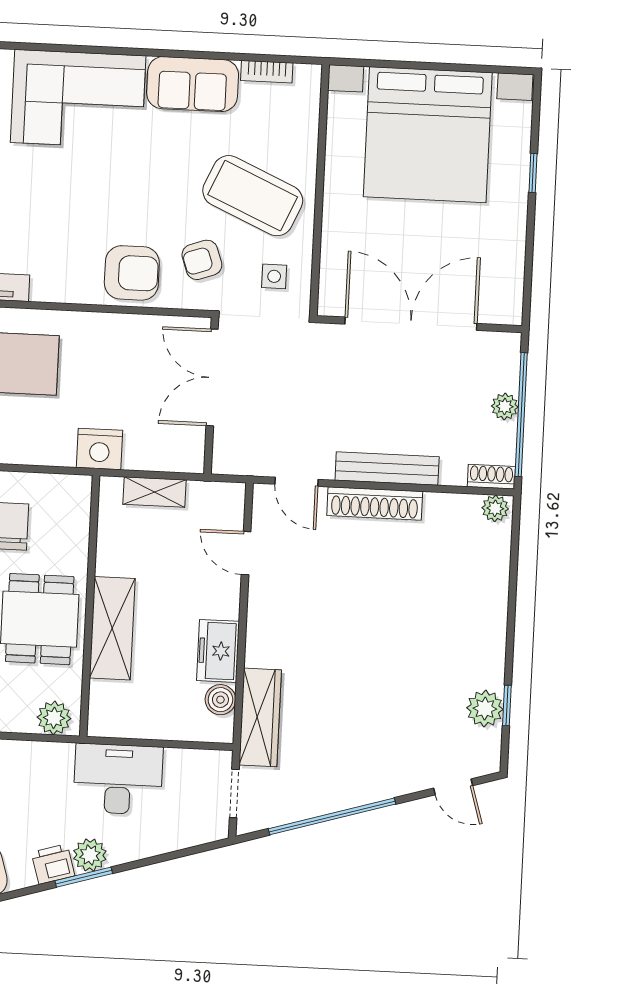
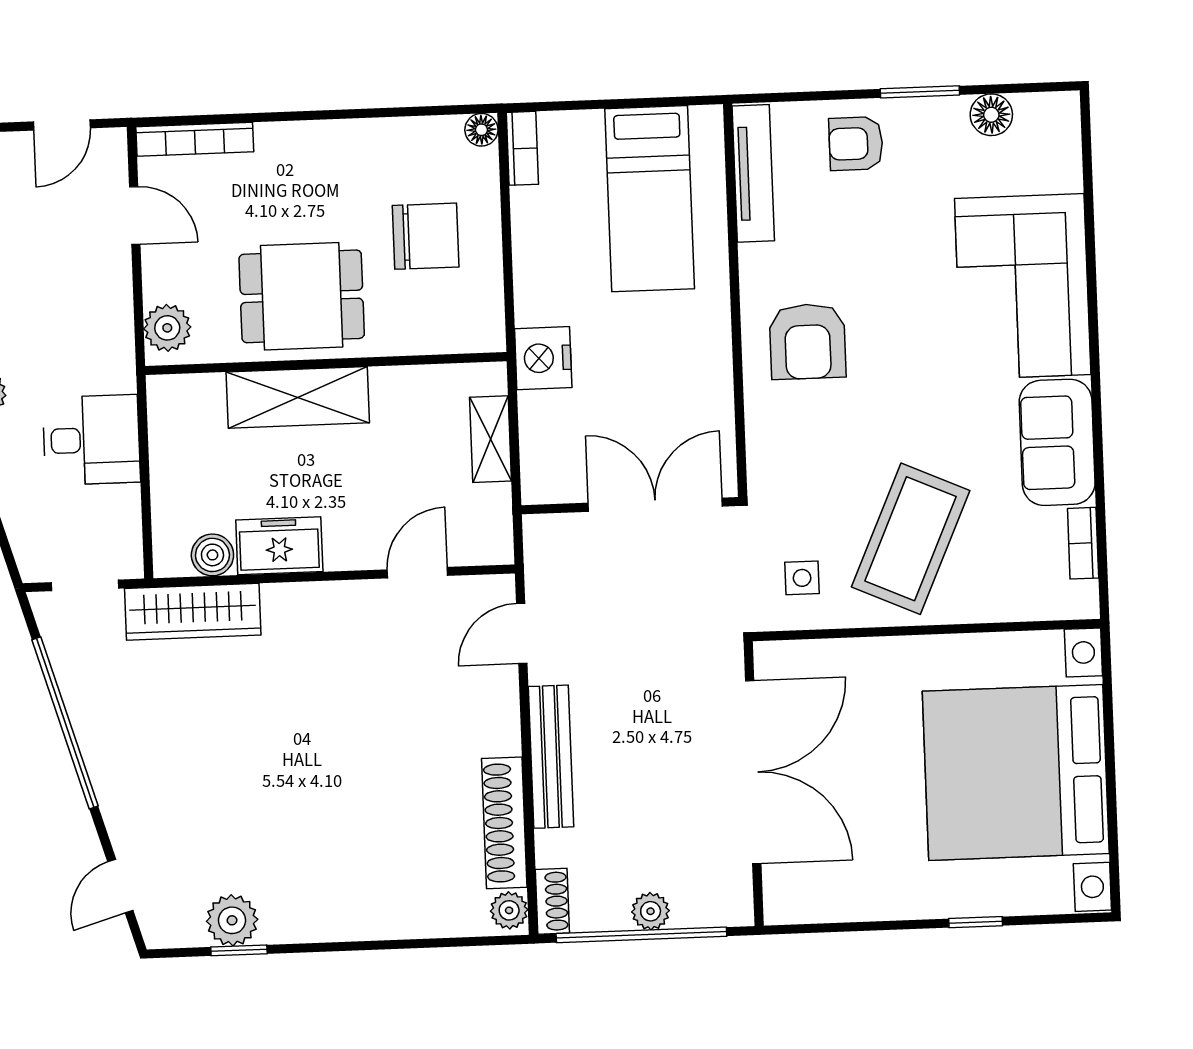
armchair: (202, 260) -> (816, 476), removed
armchair: (132, 273) -> (808, 342), moved
shoe rack: (375, 503) -> (504, 823), moved
desk: (118, 779) -> (91, 440), width x0.73

